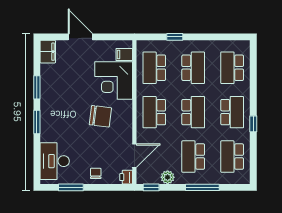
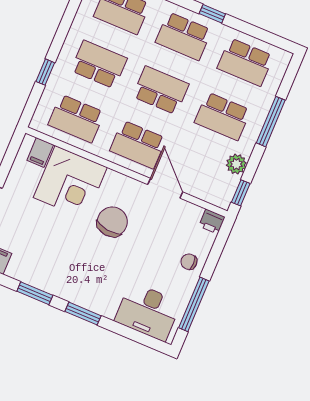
school desk: (232, 112) -> (184, 36), turned 180
door: (134, 156) -> (165, 188), moved
window: (71, 187) -> (194, 304), width x1.44

